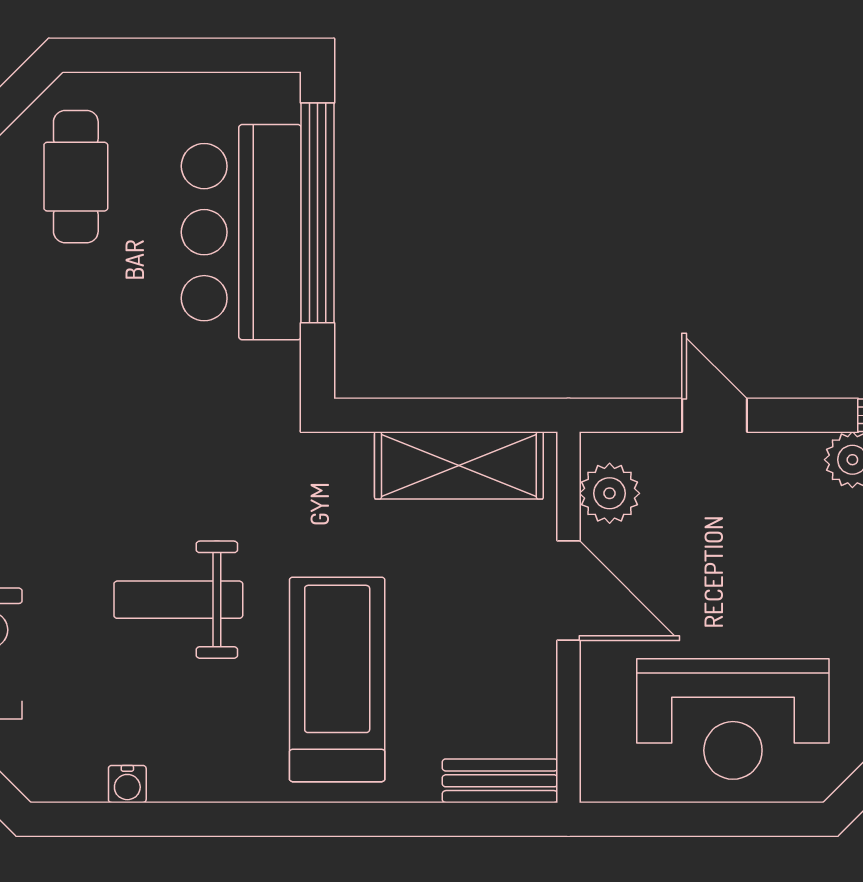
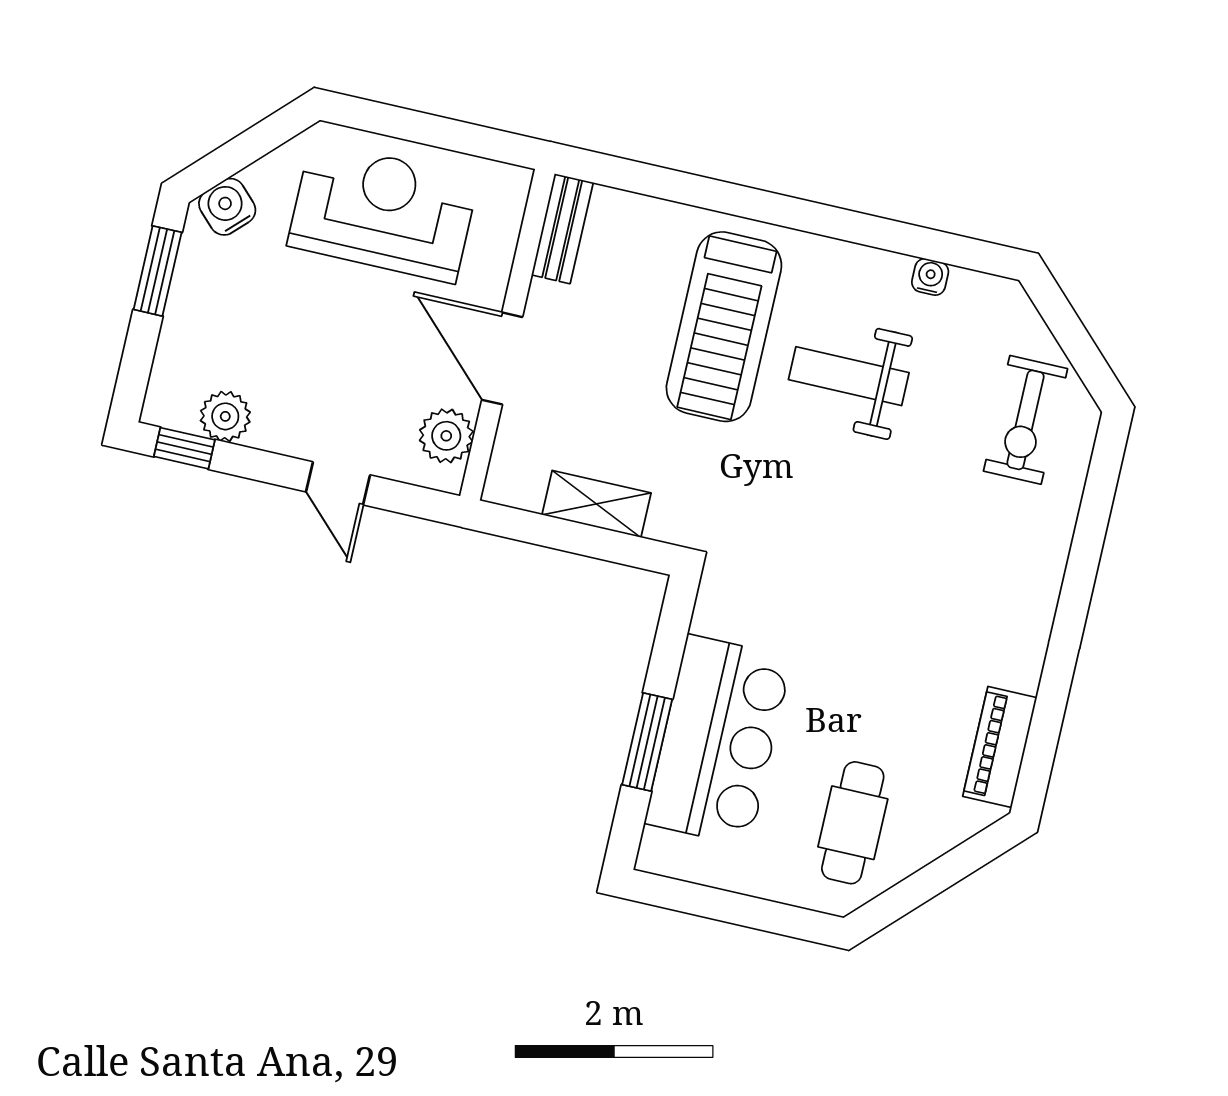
window: (317, 213) -> (647, 742), width x0.47
shelving: (459, 465) -> (596, 504), width x0.67, depth x0.75
weight bench: (178, 600) -> (849, 376), moved, turned 180
bench: (500, 781) -> (562, 229), moved, turned 90

